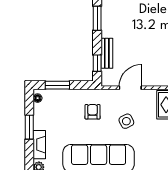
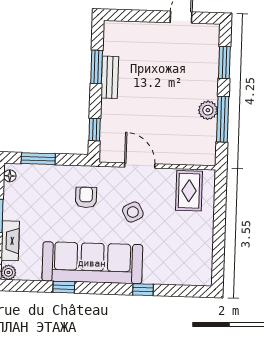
bench: (107, 53) -> (110, 77), moved
door: (130, 88) -> (140, 165), hinge flipped

